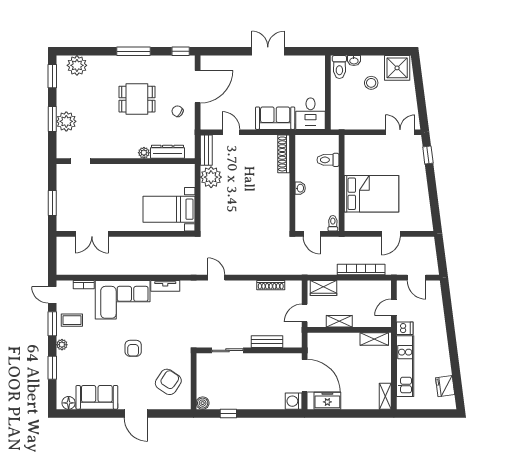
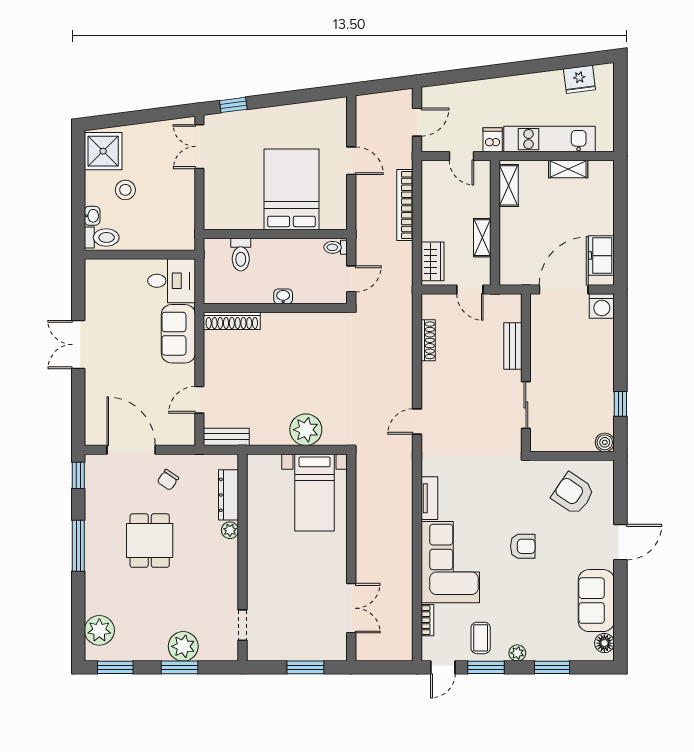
plant: (211, 177) -> (306, 430), moved
shelving: (385, 396) -> (568, 169), moved

